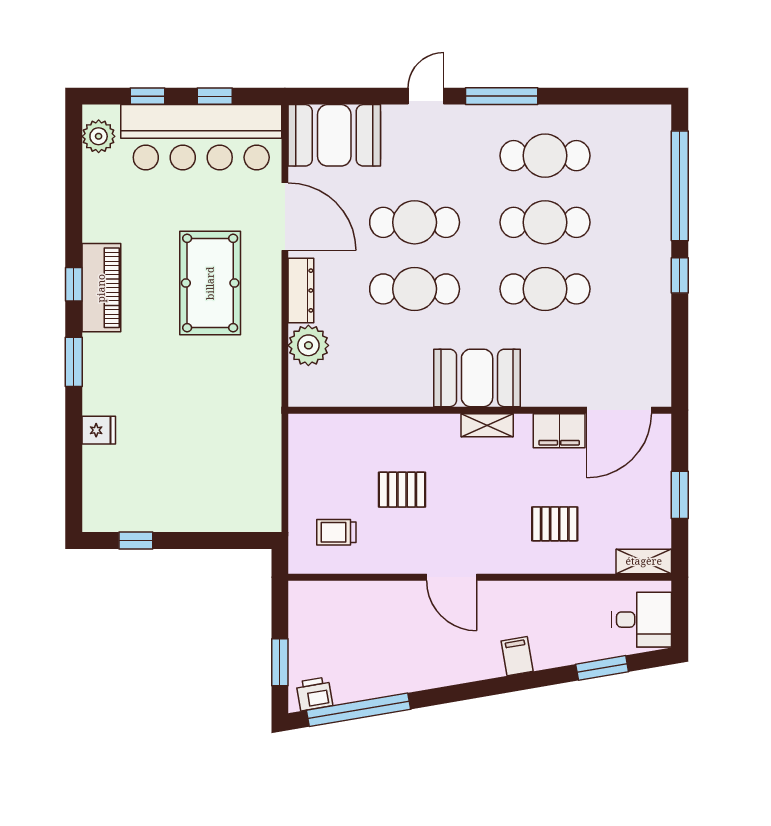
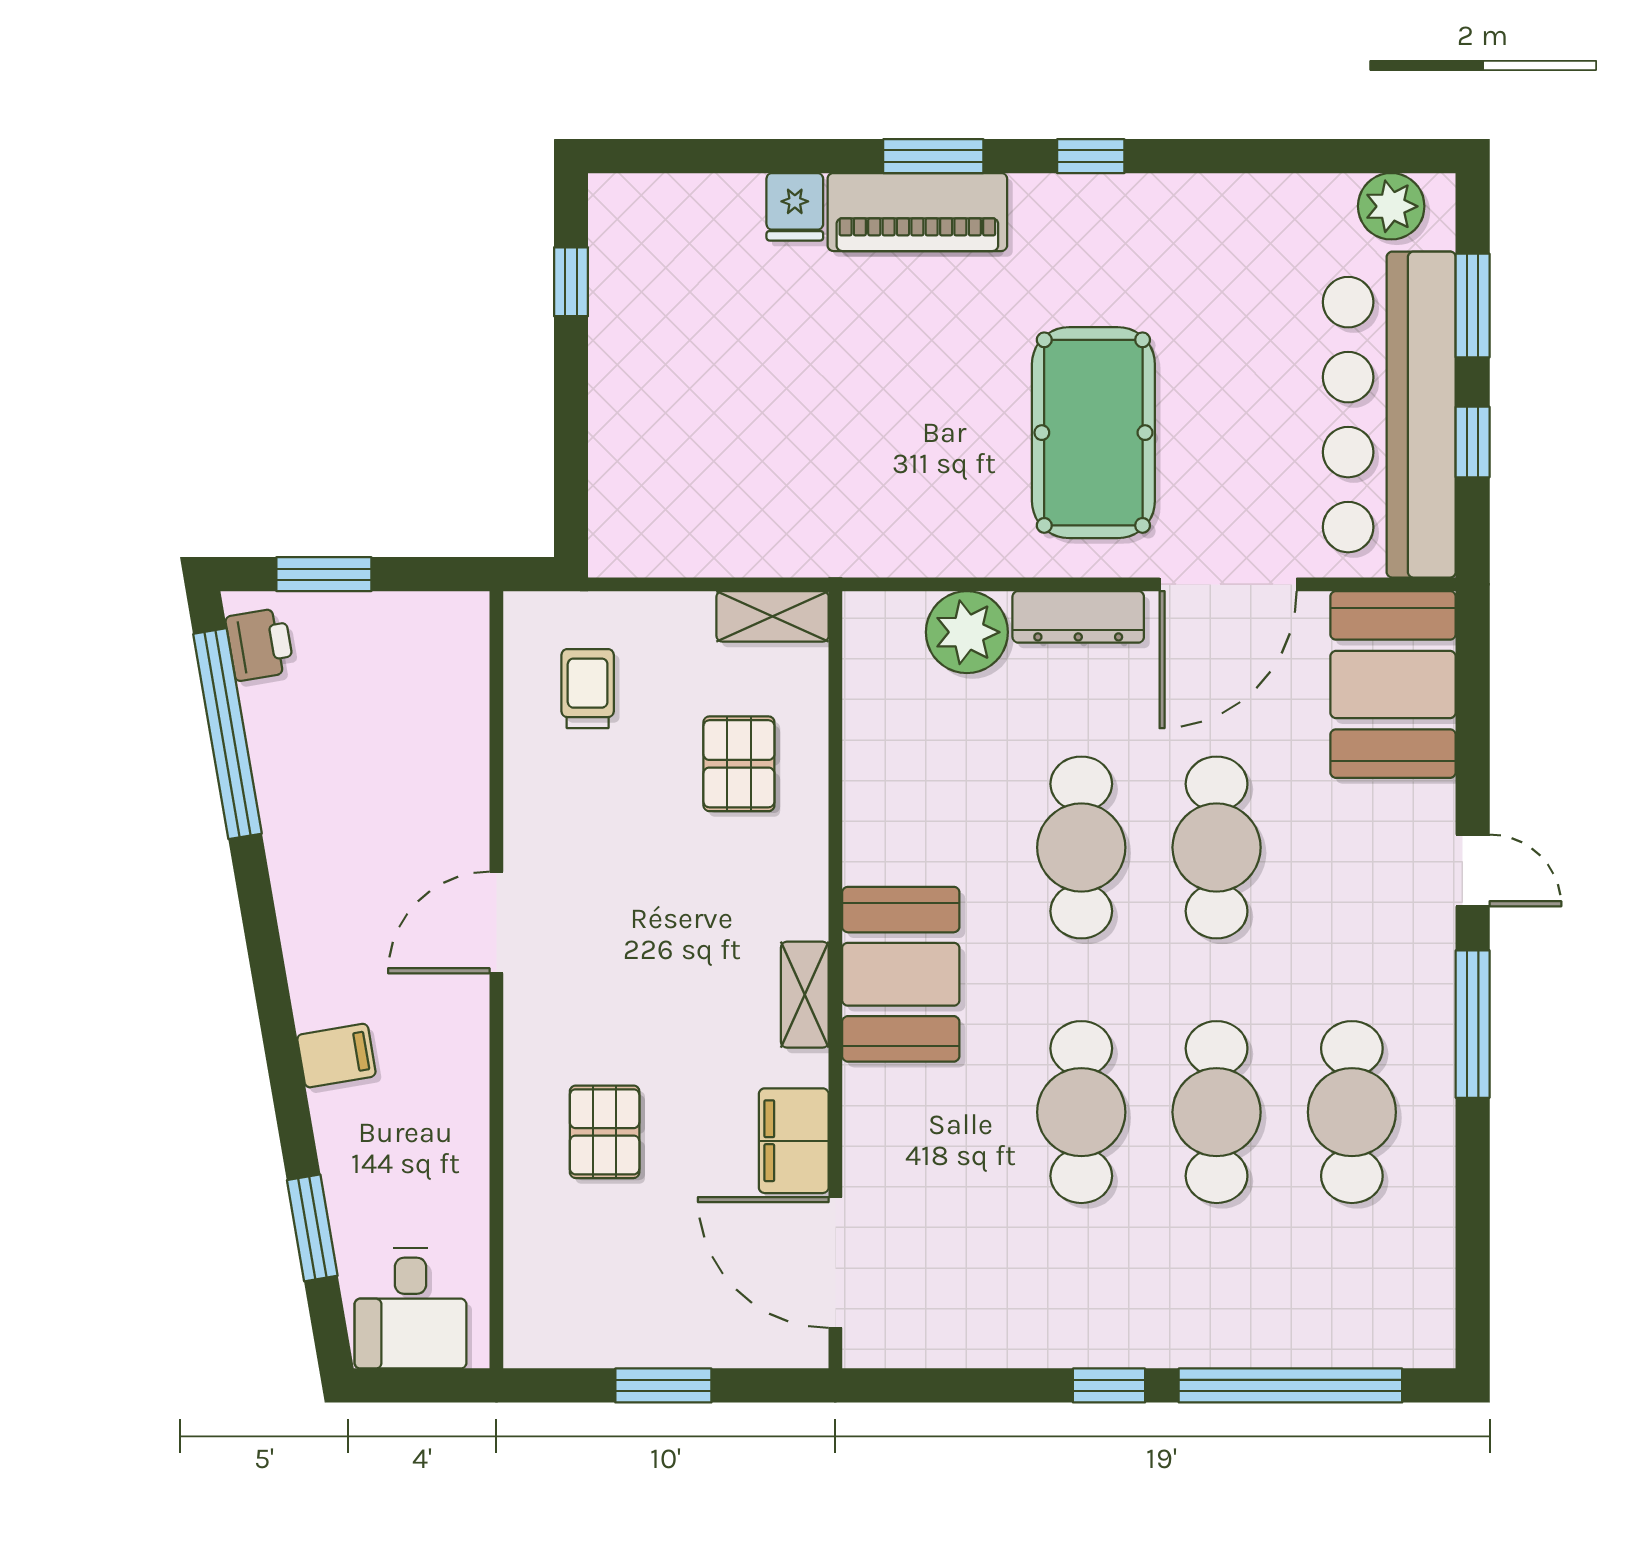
window: (148, 96) -> (1473, 306), width x1.50
pool table: (210, 283) -> (1093, 433), turned 90
piano: (101, 288) -> (917, 212), moved
pallet: (402, 490) -> (739, 764), moved
shelving: (644, 561) -> (773, 616), moved, turned 90

